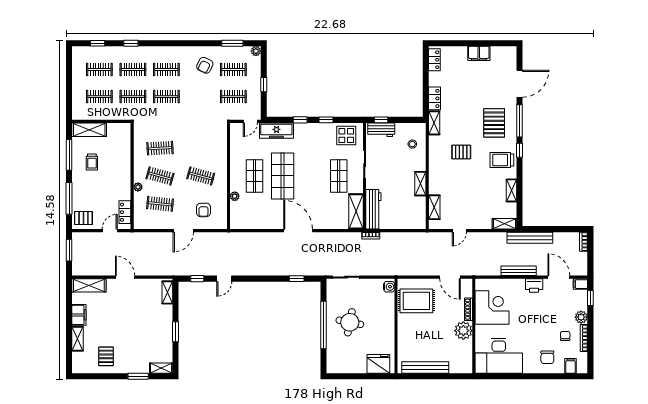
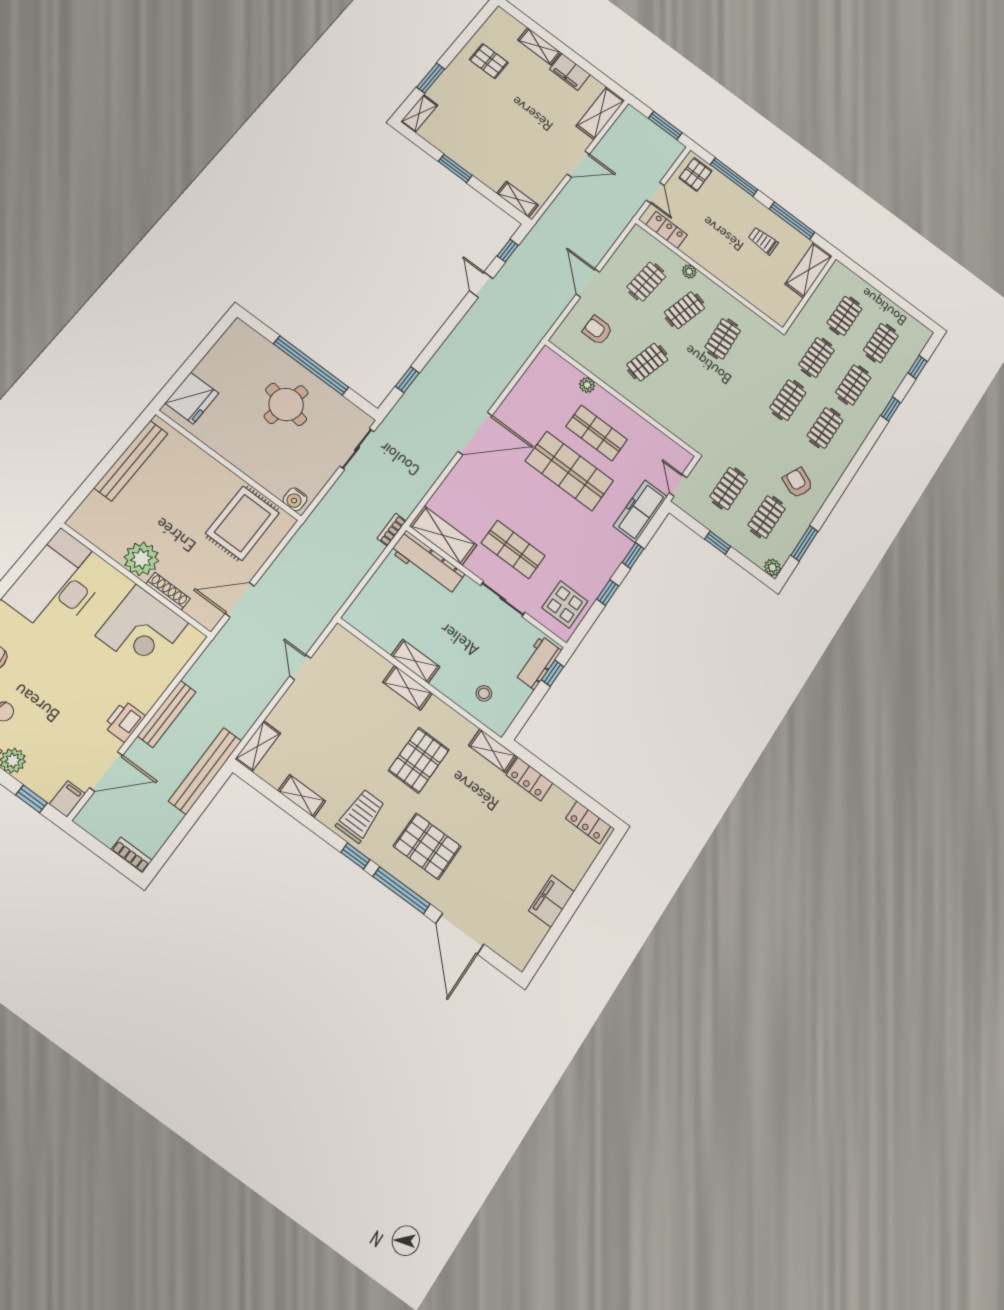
pallet: (461, 152) -> (419, 760), width x1.50, depth x1.42
shelving: (434, 207) -> (408, 688), moved

